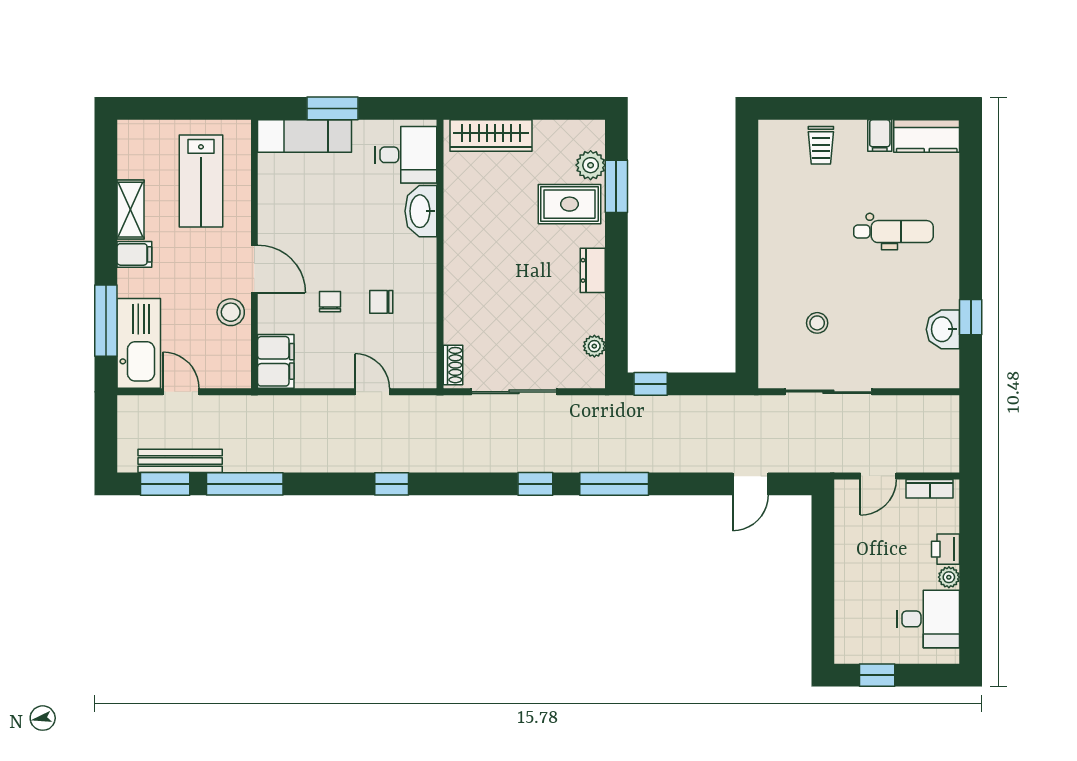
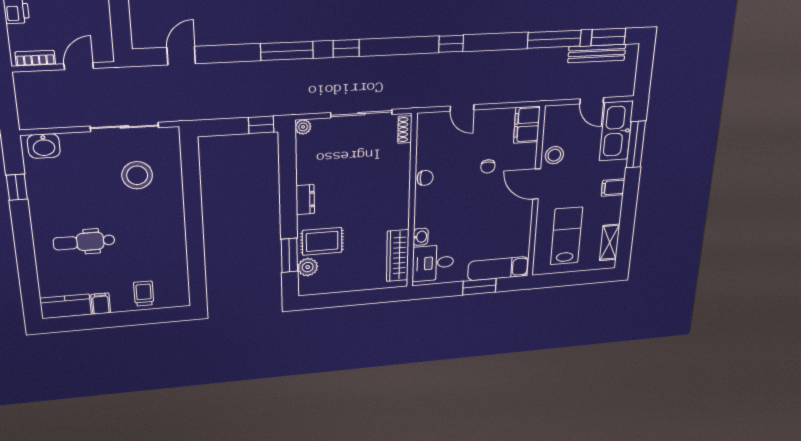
wardrobe: (491, 135) -> (398, 256), moved, turned -90
shelving: (131, 210) -> (610, 242), moved
washbasin: (421, 211) -> (421, 237), width x0.52, depth x0.69
chair: (381, 302) -> (425, 178), moved
stool: (817, 323) -> (137, 175), width x1.89, depth x1.89
washbasin: (943, 329) -> (44, 146), moved, turned 90
plant: (594, 346) -> (303, 127), moved

